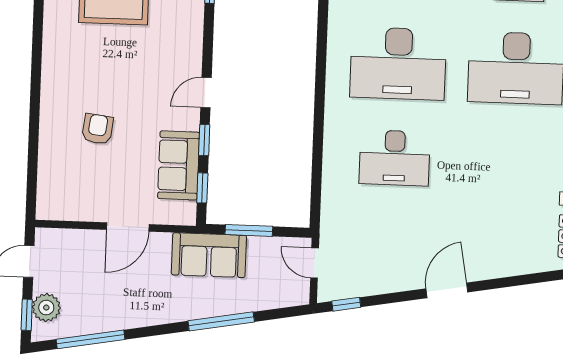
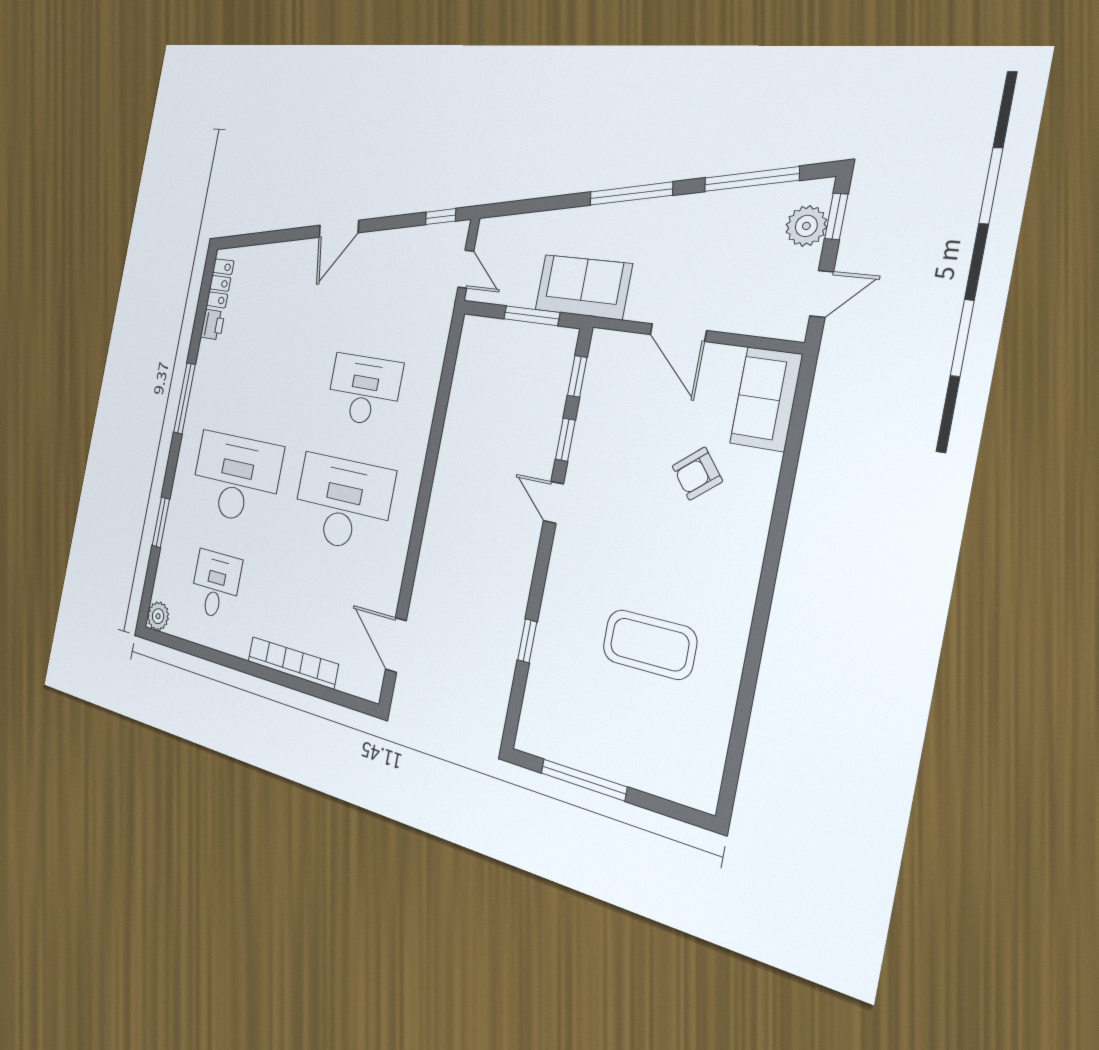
door: (206, 93) -> (554, 502), swing flipped
armchair: (98, 129) -> (697, 474), turned 44
sofa: (179, 165) -> (766, 399), moved, turned 180
door: (128, 227) -> (678, 333), swing flipped
window: (221, 321) -> (631, 194), moved

